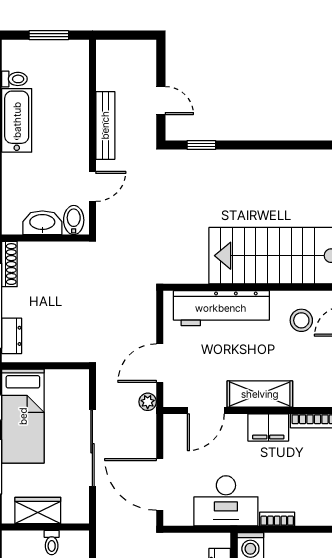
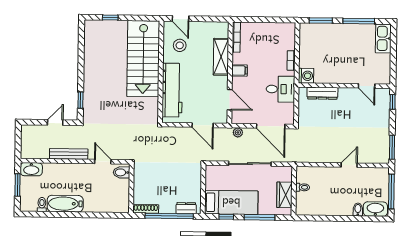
washbasin: (42, 223) -> (31, 169), moved, turned -90
shelving: (260, 394) -> (221, 57), moved
plant: (148, 402) -> (238, 132), moved
filing cabinet: (268, 427) -> (240, 70), width x0.50
door: (160, 484) -> (271, 126), hinge flipped
desk: (226, 501) -> (280, 89), width x0.73

